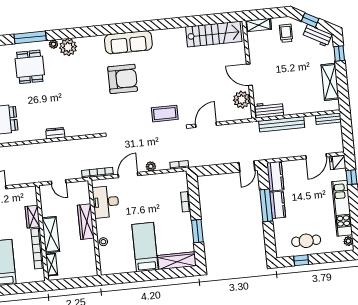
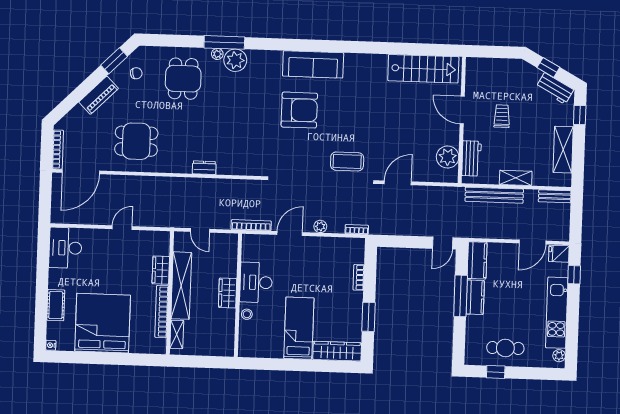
shelving: (258, 25) -> (516, 178), moved
trolley: (286, 33) -> (502, 116), moved
window: (30, 37) -> (224, 42), moved
door: (249, 75) -> (462, 110), moved
workbench: (269, 110) -> (471, 158), moved, turned 90
desk: (106, 202) -> (256, 282), moved
wardrobe: (86, 222) -> (228, 293), width x0.67
shelving: (51, 235) -> (181, 286), width x1.47

